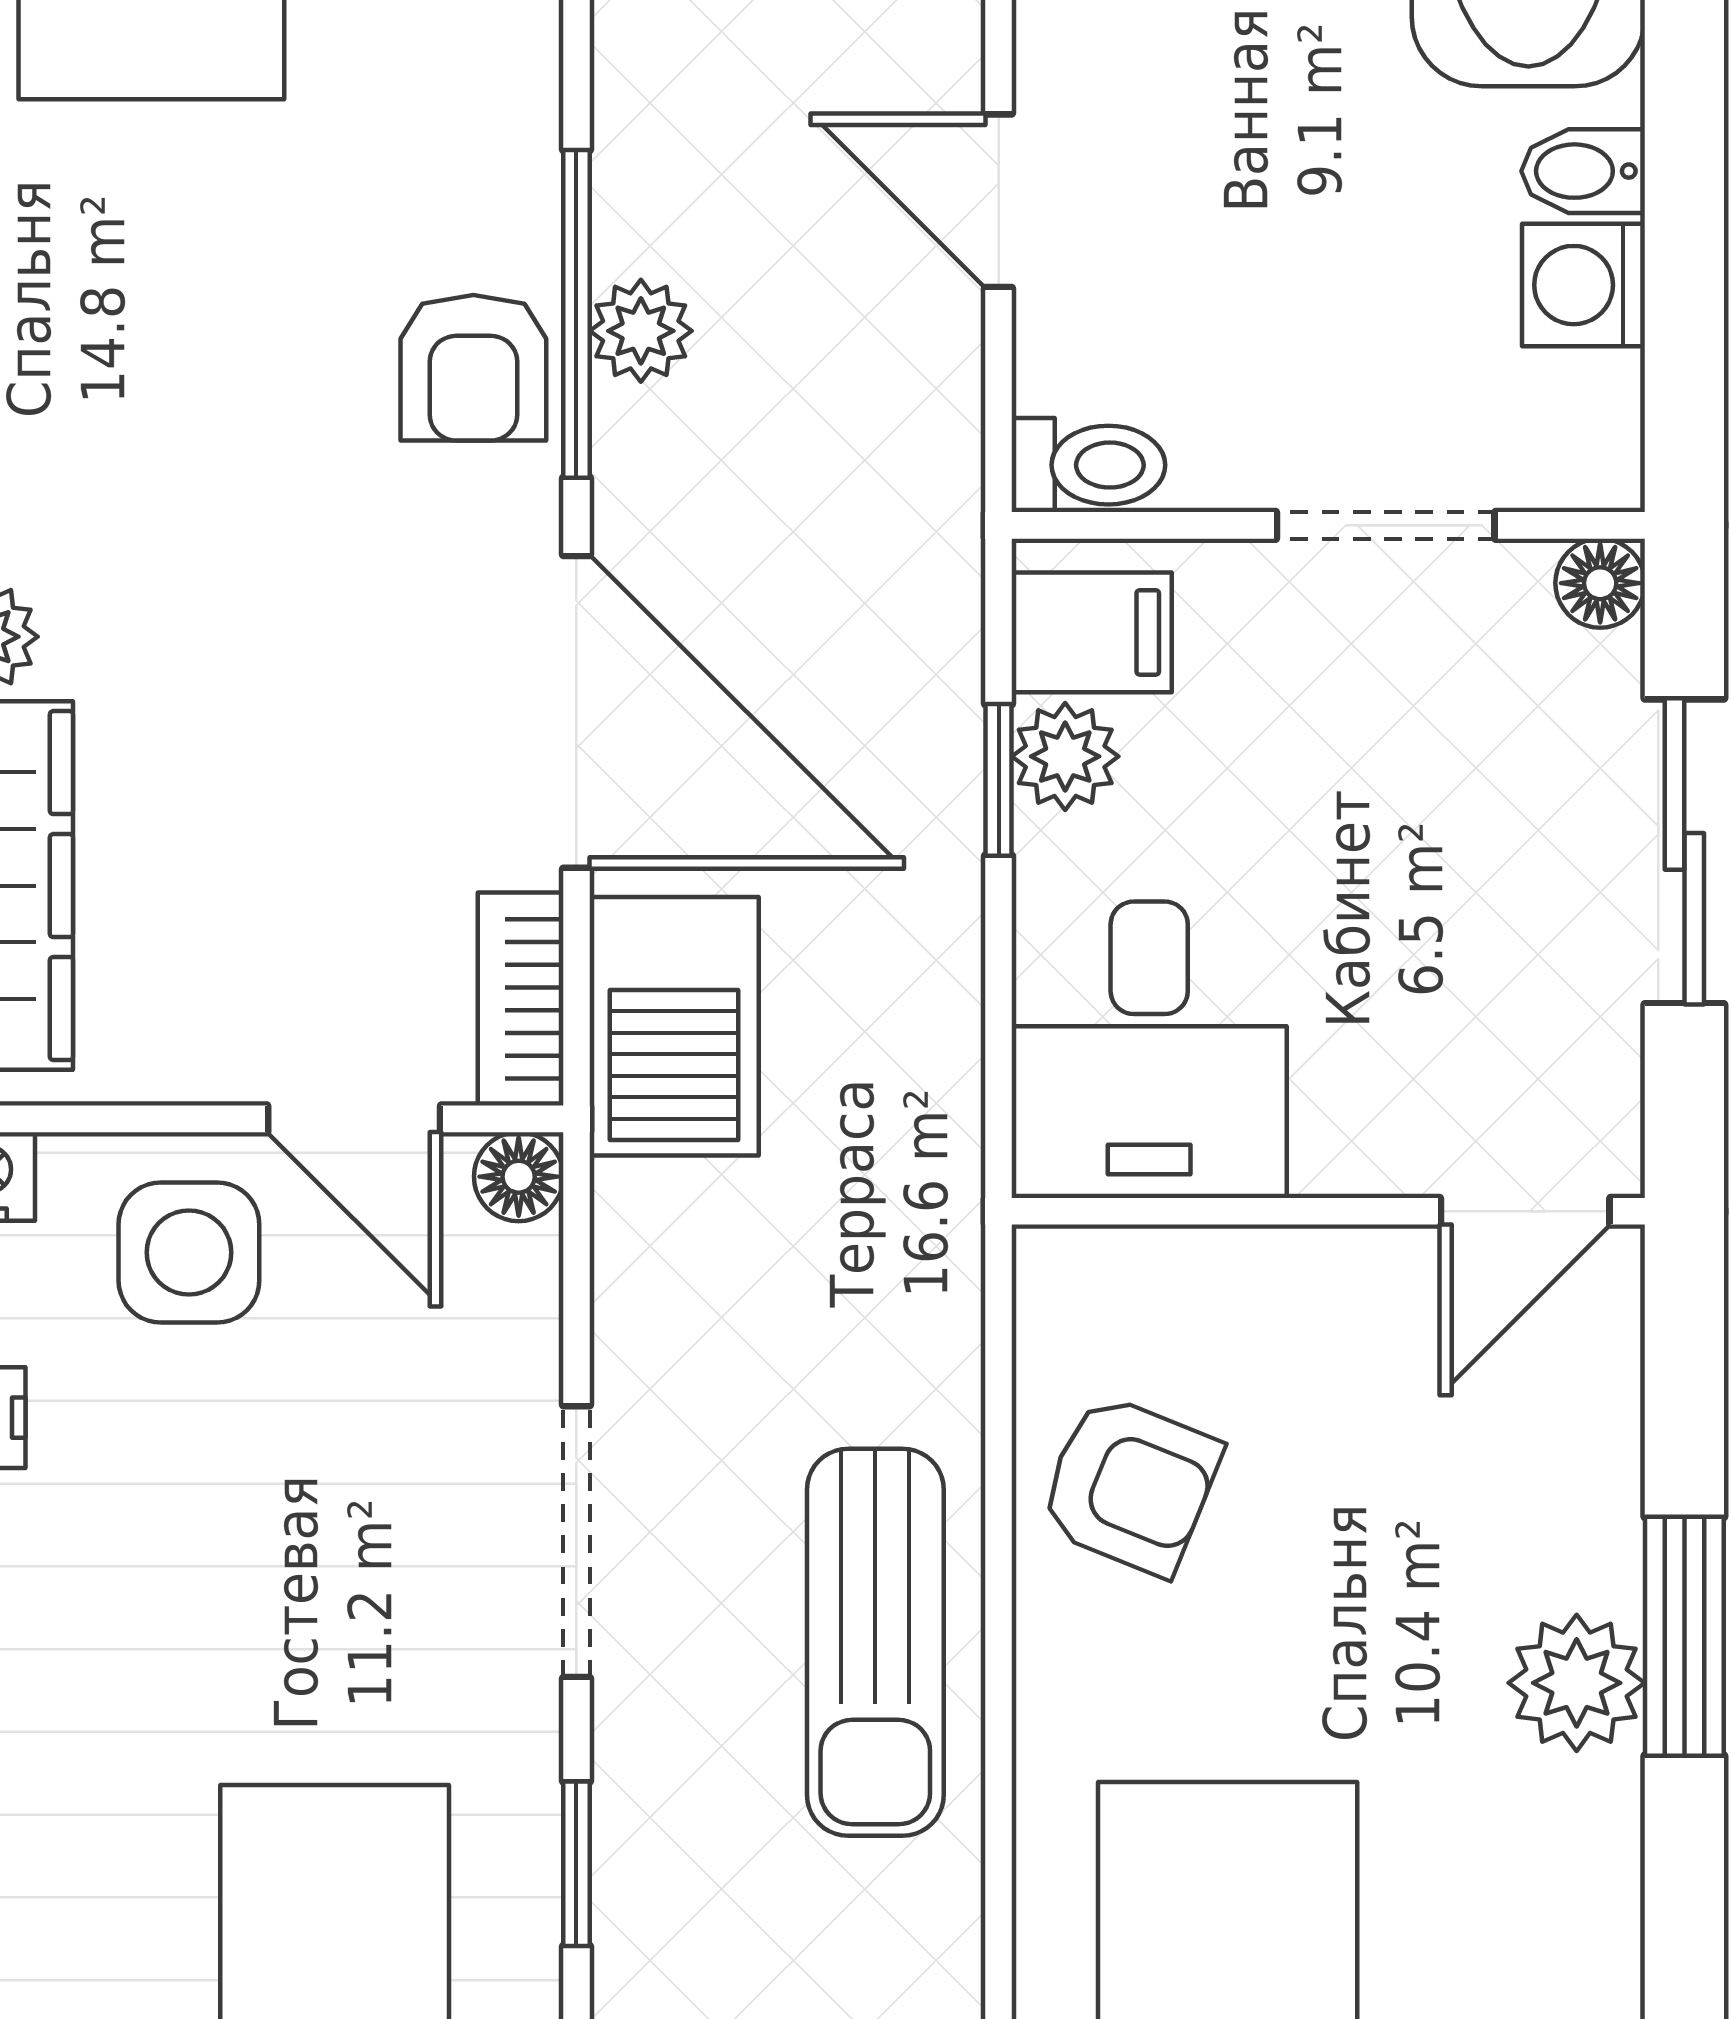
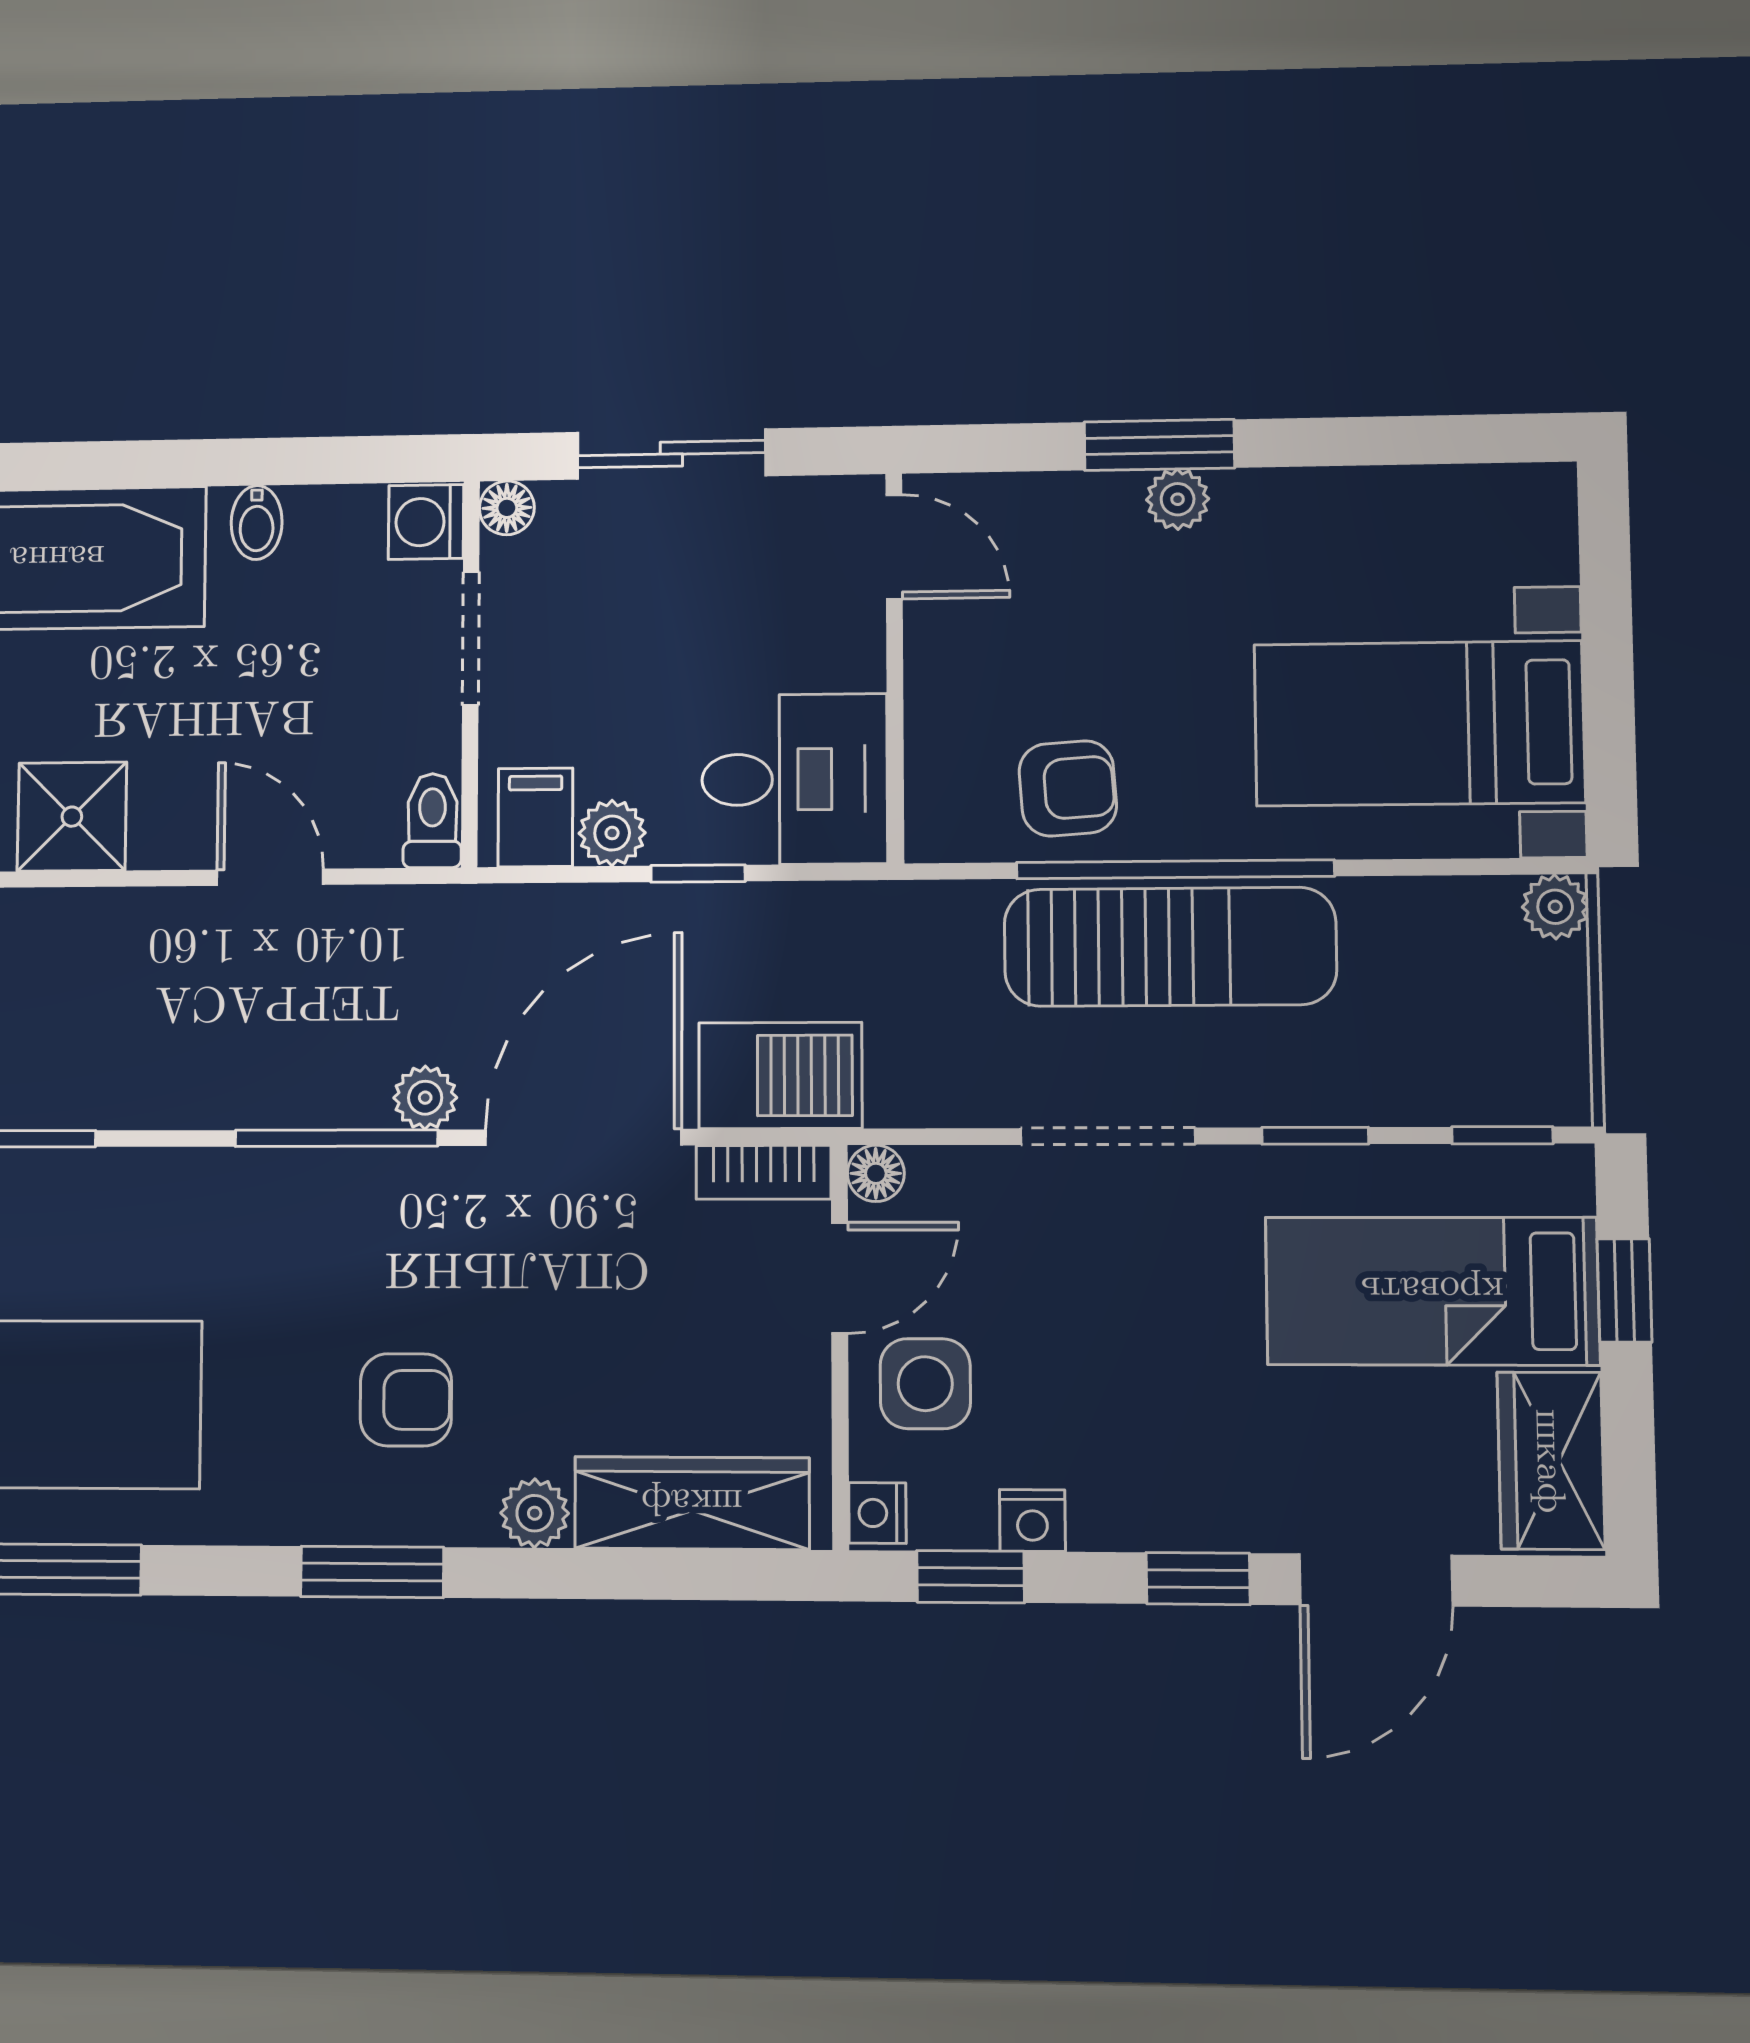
door: (999, 201) -> (270, 877), swing flipped
washing machine: (1583, 285) -> (426, 522), moved, turned 90
plant: (641, 331) -> (425, 1098), moved
armchair: (473, 368) -> (406, 1400), moved
window: (999, 780) -> (698, 873), moved
armchair: (1130, 1485) -> (1068, 788), turned 64
sun lounger: (875, 1642) -> (1170, 947), width x1.36, depth x1.34
window: (999, 1652) -> (1175, 869), added
plant: (1577, 1683) -> (1178, 499), width x0.73, depth x0.73

